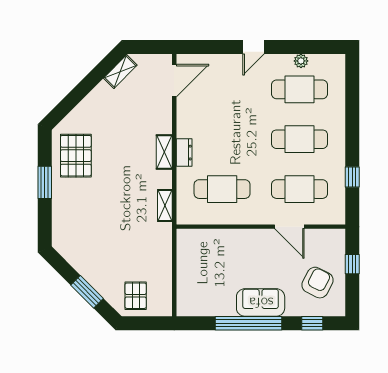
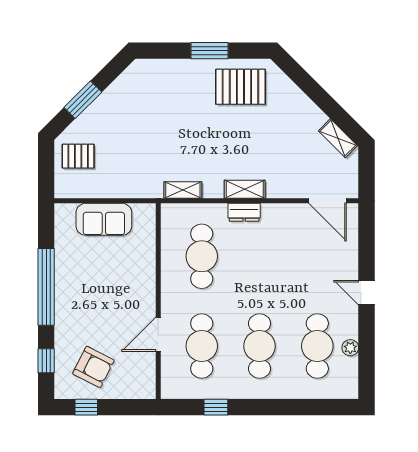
window: (352, 264) -> (86, 407), moved
sofa: (261, 302) -> (104, 219), moved, turned 90

